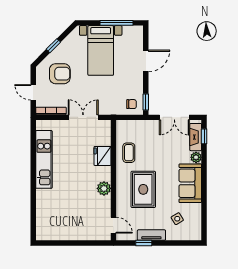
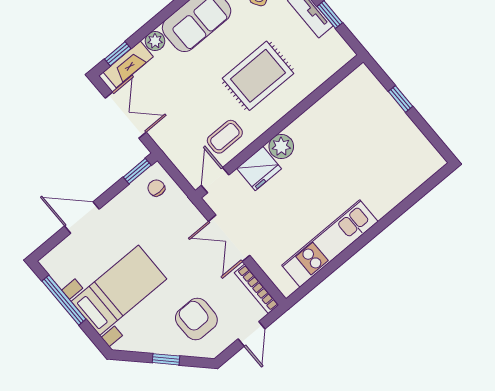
plant: (104, 188) -> (281, 147), moved
door: (113, 225) -> (215, 180), moved
window: (81, 243) -> (400, 99), added

